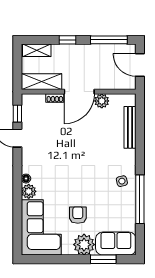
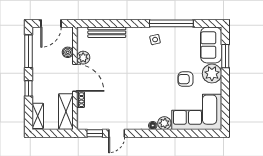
boiler: (108, 84) -> (68, 52), added

